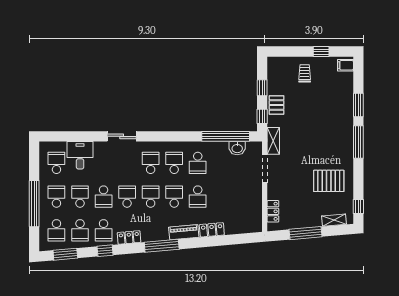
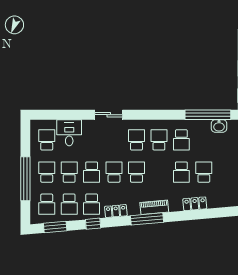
school desk: (174, 197) -> (204, 172), moved
piano: (184, 232) -> (154, 207), moved

